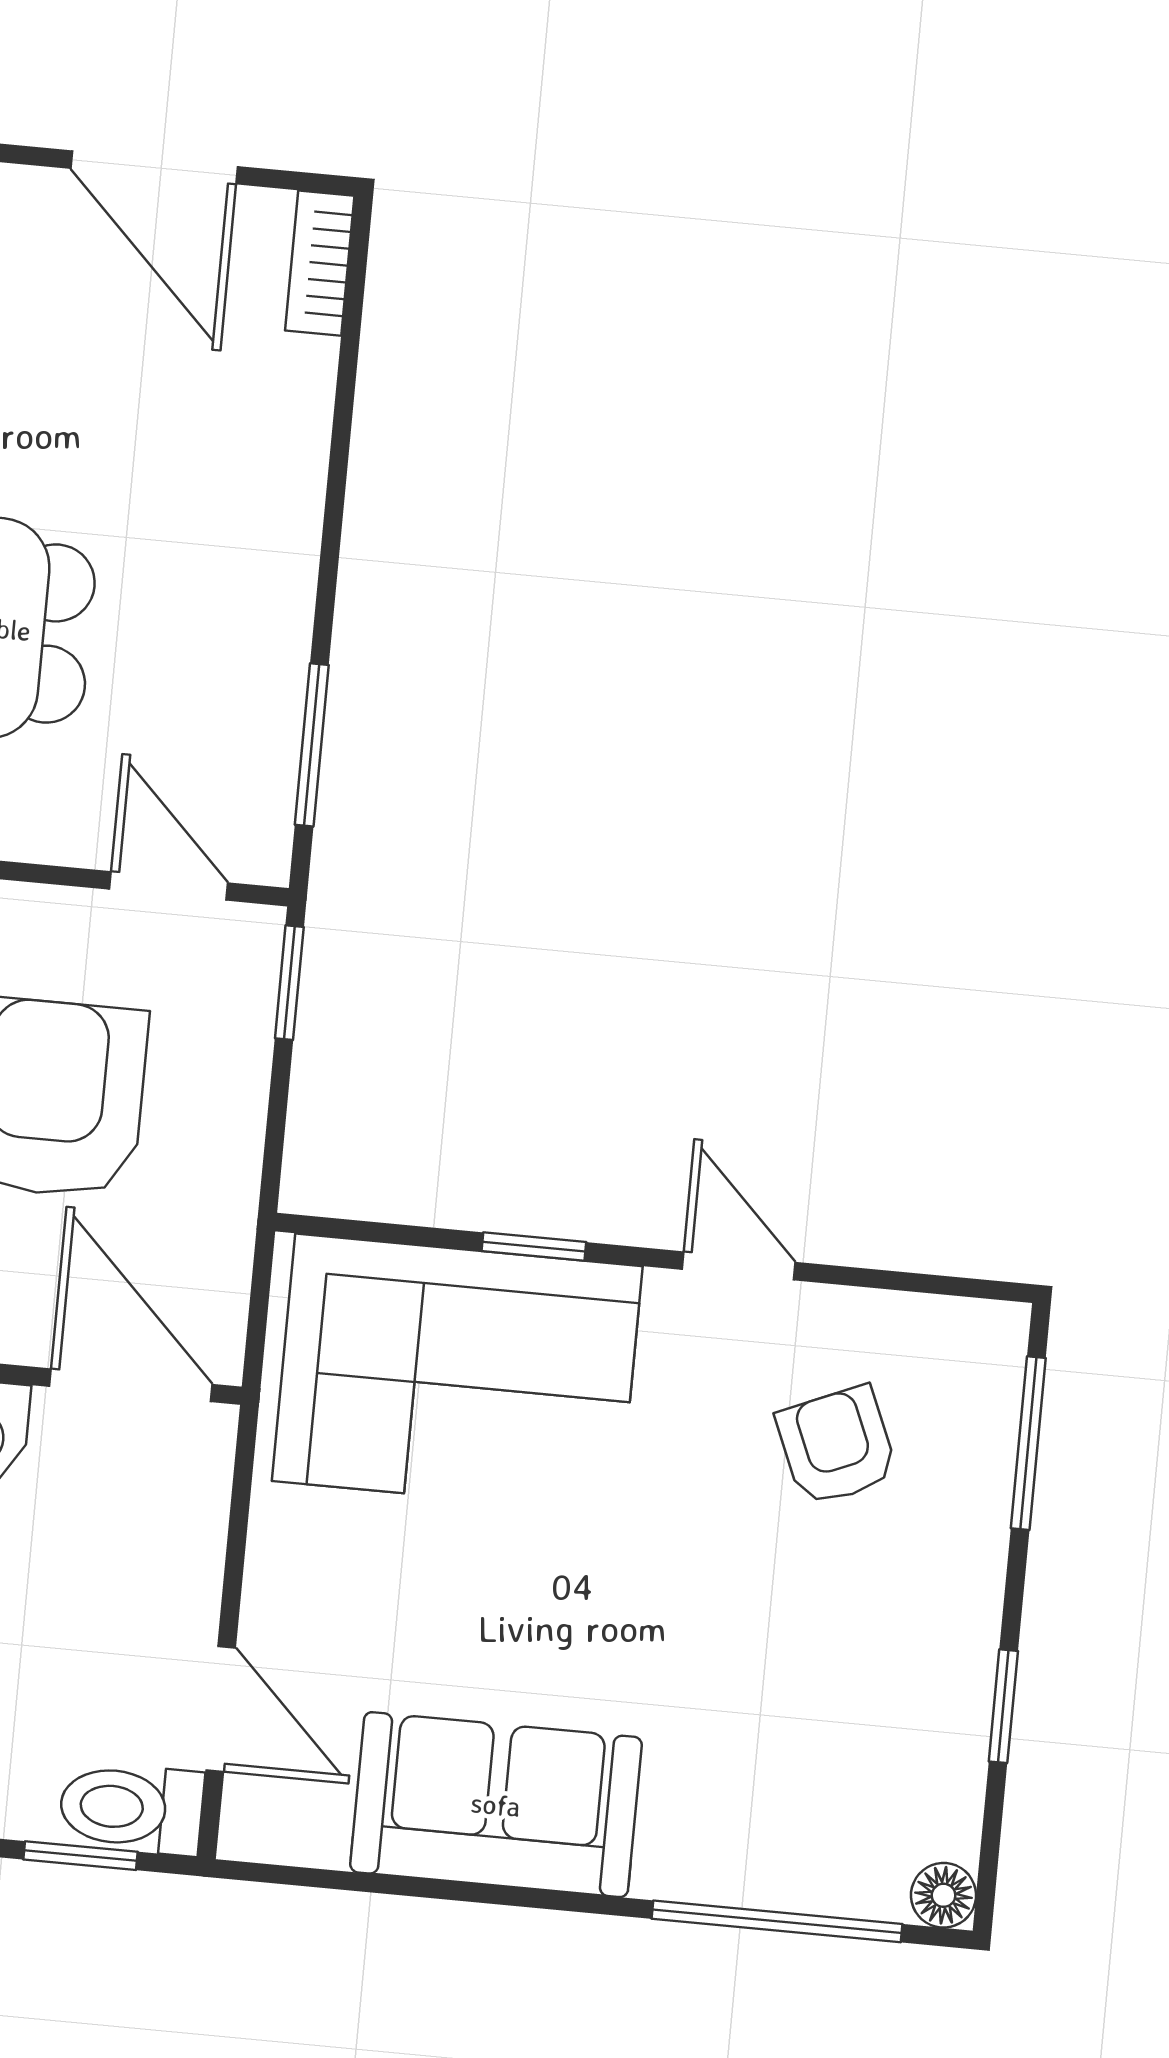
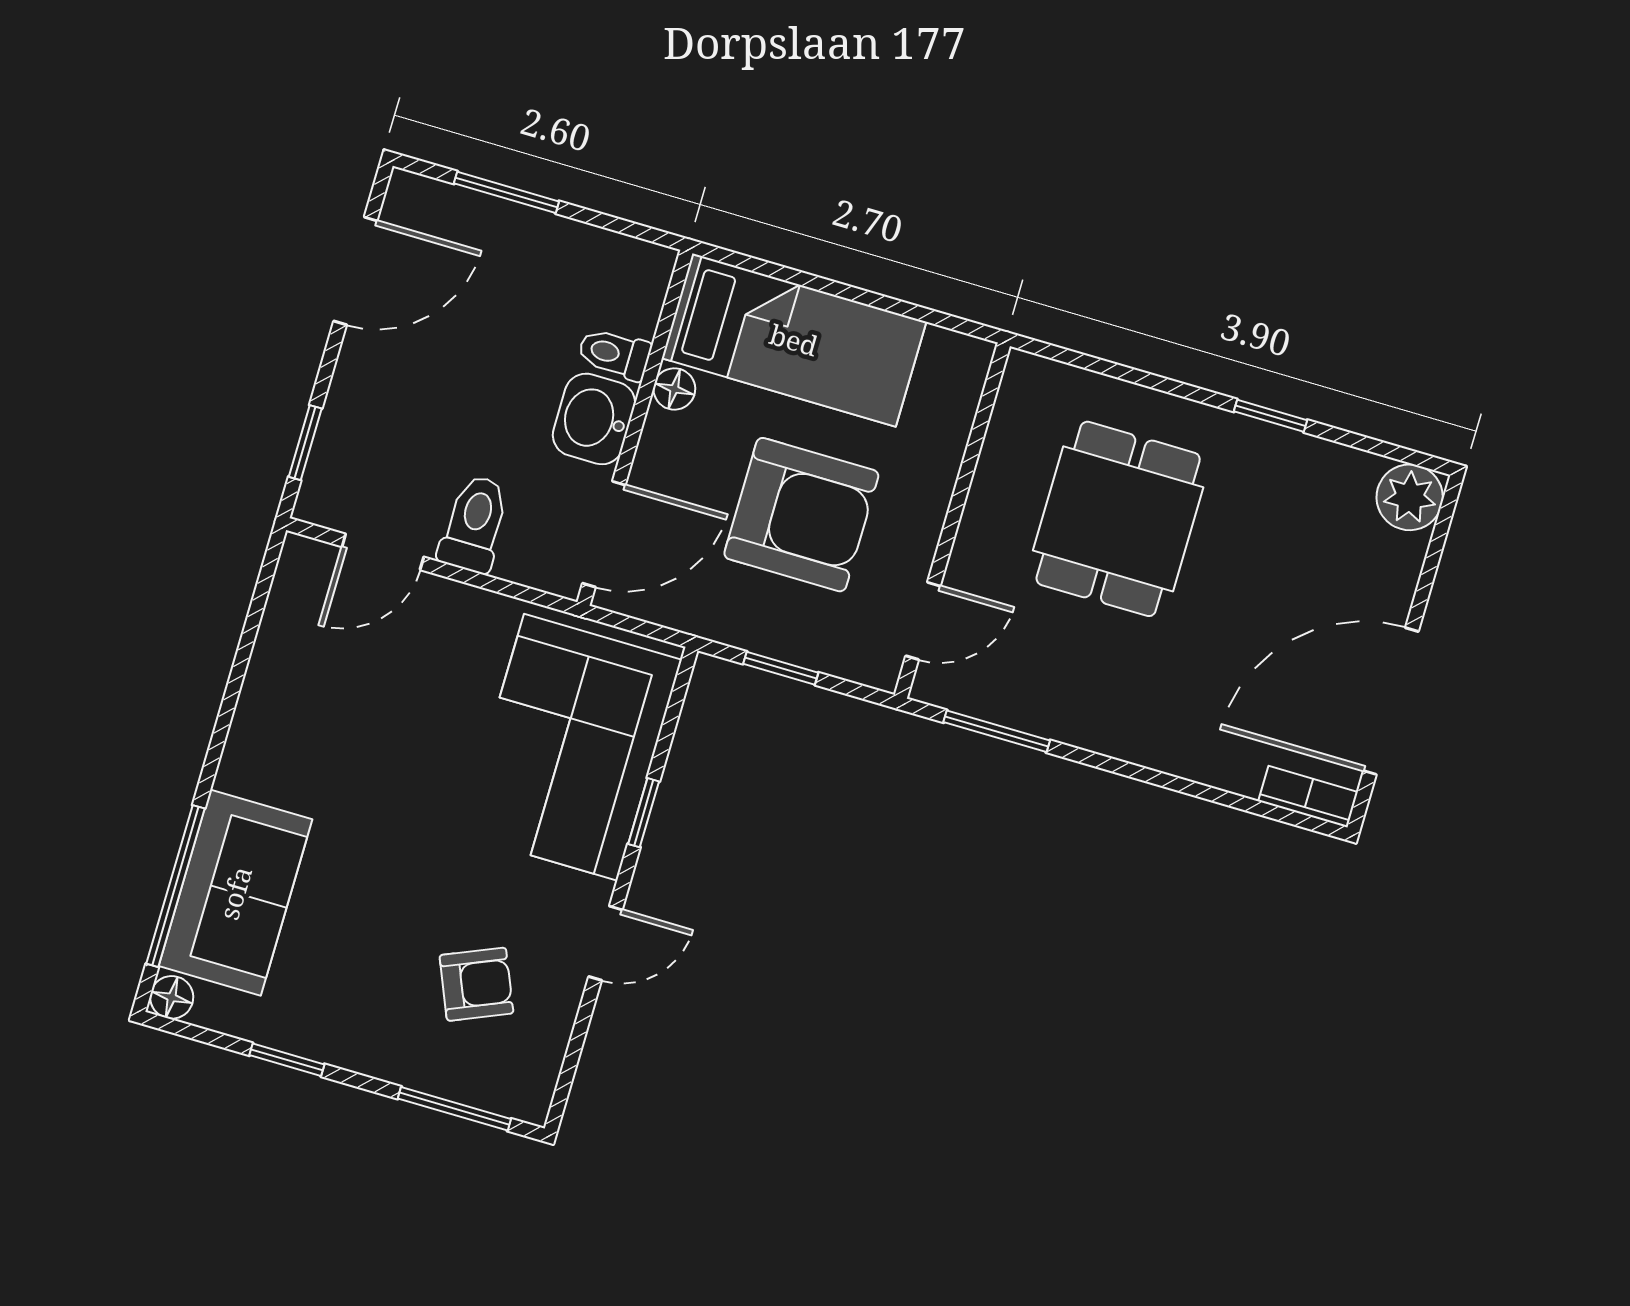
door: (154, 167) -> (1391, 701), width x1.36
window: (289, 983) -> (781, 668), moved
sofa: (496, 1805) -> (235, 893), moved
toilet: (131, 1808) -> (474, 524), moved

